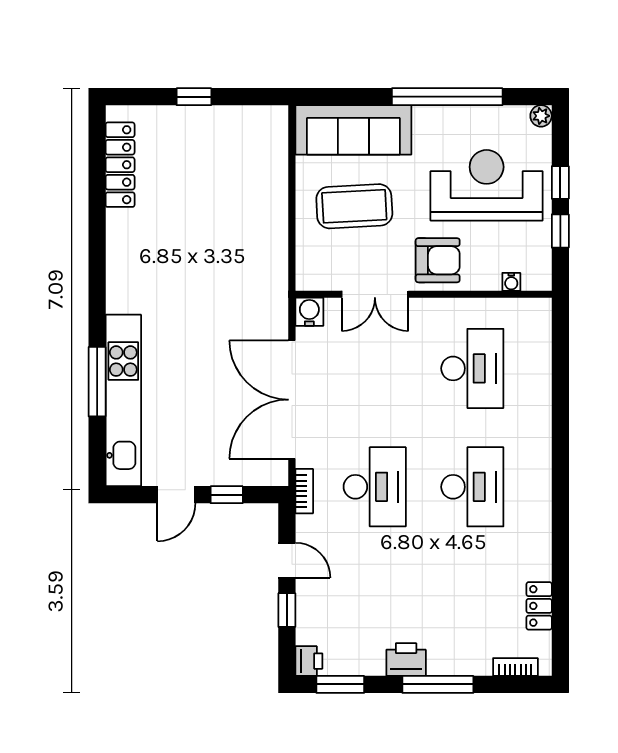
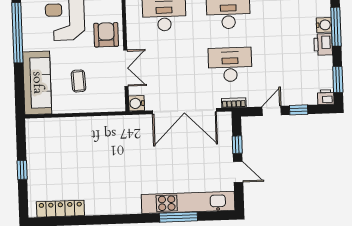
coffee table: (354, 206) -> (79, 81), width x0.54, depth x0.58
water cooler: (442, 662) -> (324, 25), added

